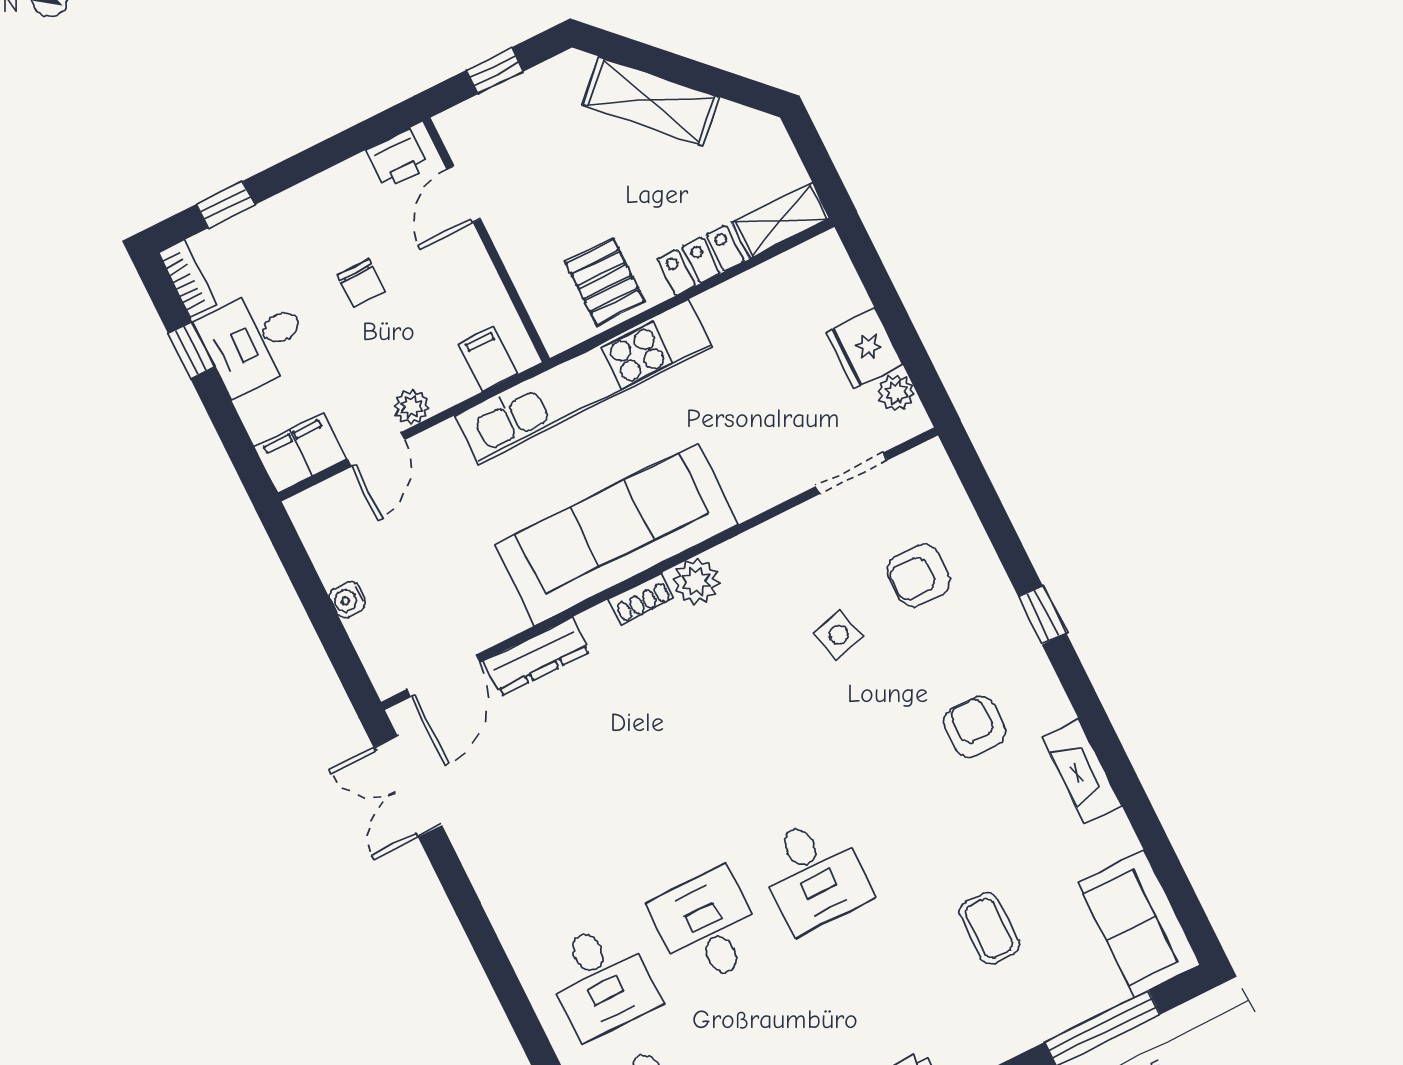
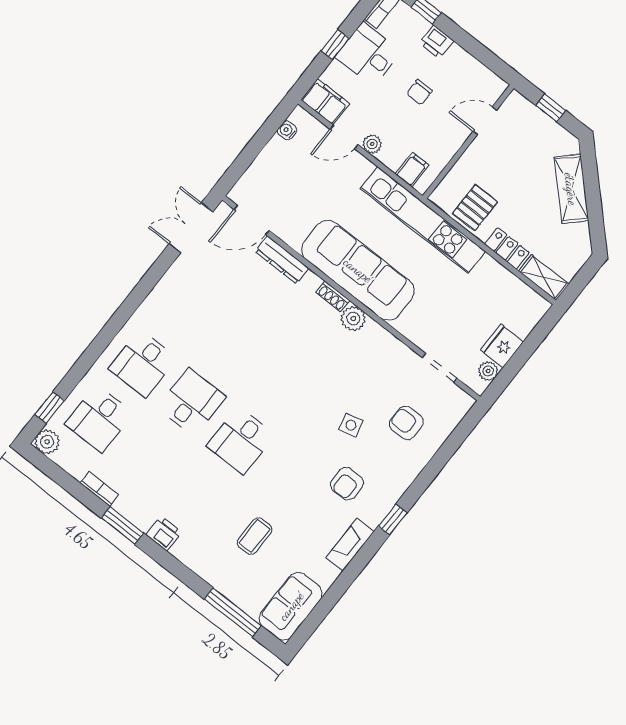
printer: (398, 159) -> (436, 42), moved
window: (191, 350) -> (335, 45), moved
water cooler: (348, 600) -> (287, 130), moved
window: (1042, 615) -> (393, 519), moved
side table: (839, 635) -> (351, 425), moved
armchair: (974, 727) -> (347, 484), turned 180

